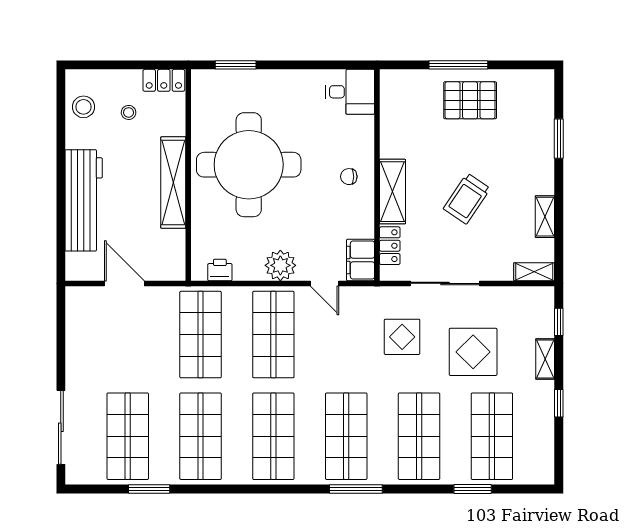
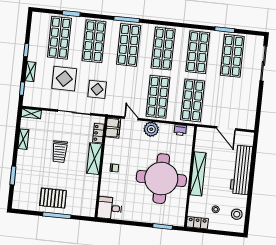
trolley: (467, 199) -> (60, 152), turned 146

